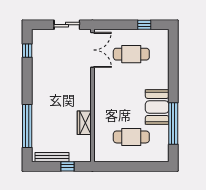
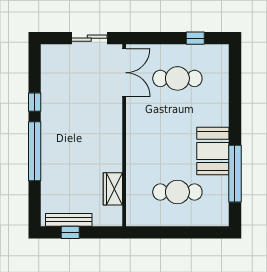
window: (27, 51) -> (35, 102), moved
wardrobe: (84, 123) -> (113, 189), moved
window: (27, 126) -> (35, 151), moved
window: (67, 166) -> (70, 232), moved

